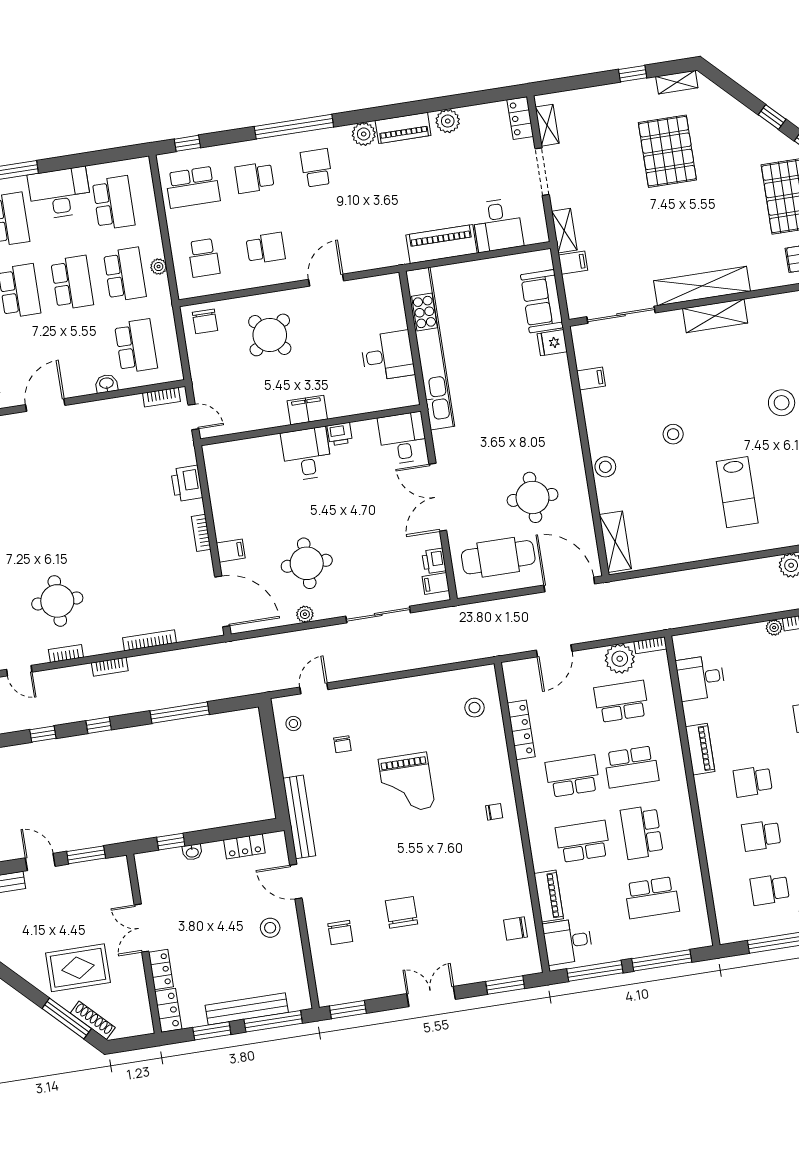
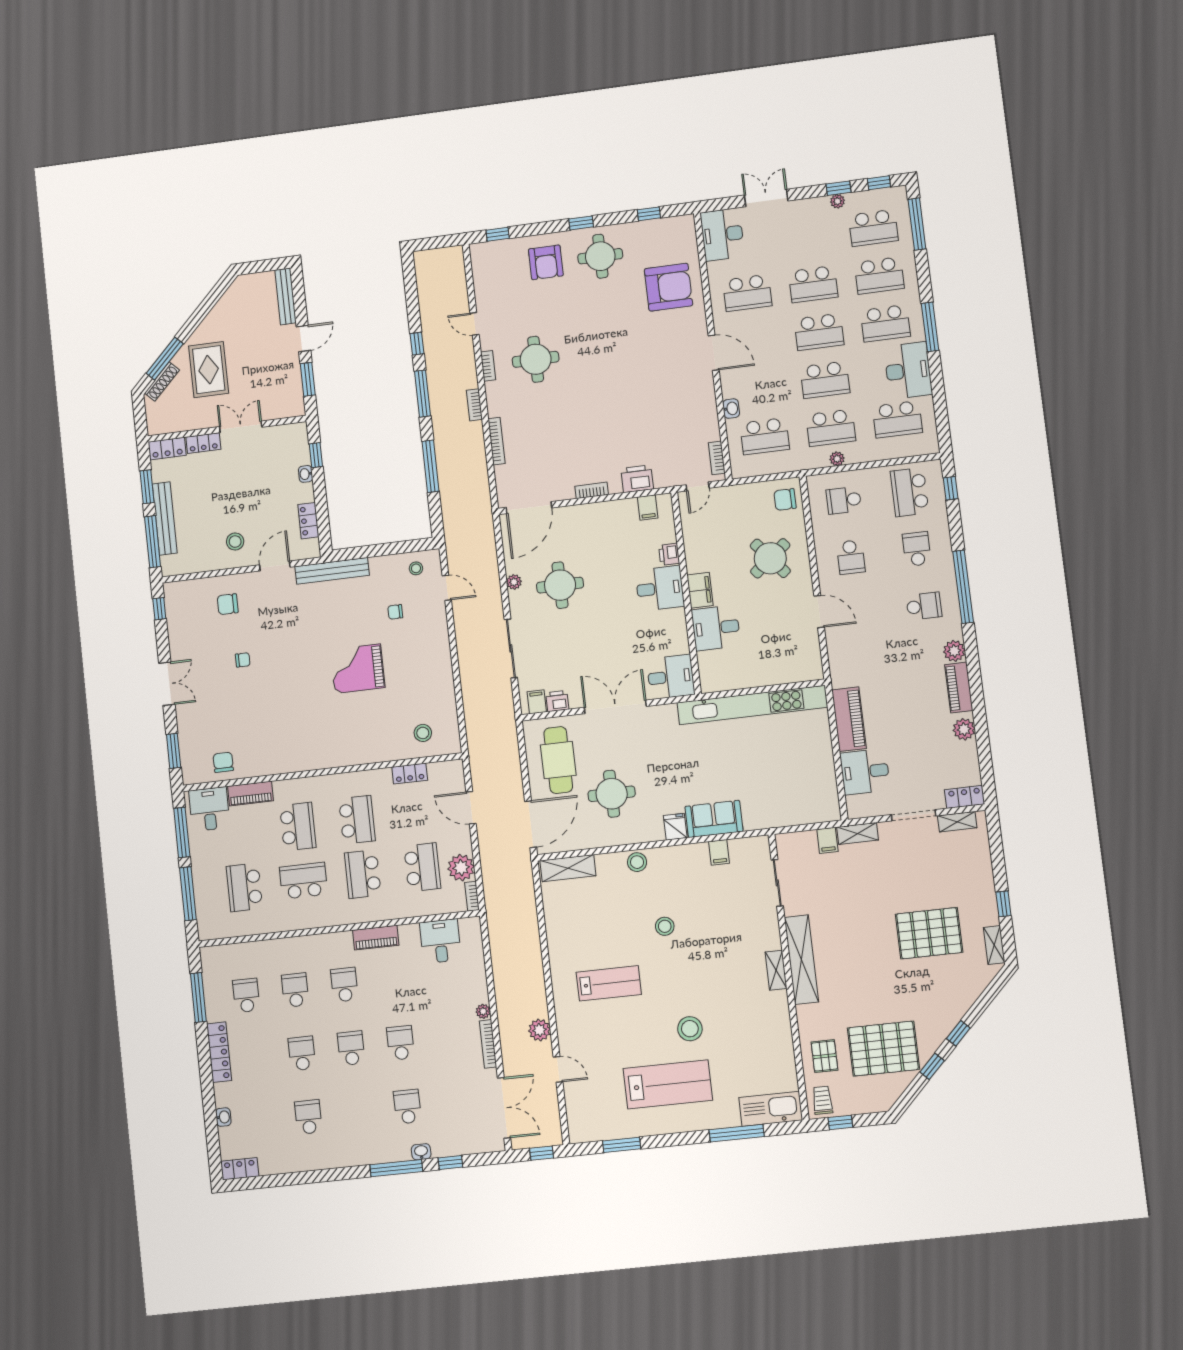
sofa: (542, 301) -> (714, 819), moved
sliding door: (621, 315) -> (777, 883), width x0.73
shelving: (715, 316) -> (776, 970), width x0.67, depth x0.75
fridge: (552, 343) -> (675, 827), moved
desk: (388, 356) -> (716, 628), moved, turned 90
printer: (340, 434) -> (669, 554), moved
lab bench: (737, 492) -> (609, 983), turned 180
filing cabinet: (231, 551) -> (648, 508), moved
door: (19, 671) -> (474, 324), hinge flipped
window: (99, 725) -> (422, 394), width x2.17
locker: (521, 730) -> (410, 774), width x0.66
chair: (494, 812) -> (328, 747), removed
chair: (402, 912) -> (243, 660), width x0.54, depth x0.54
window: (348, 1010) -> (159, 609), width x0.67

